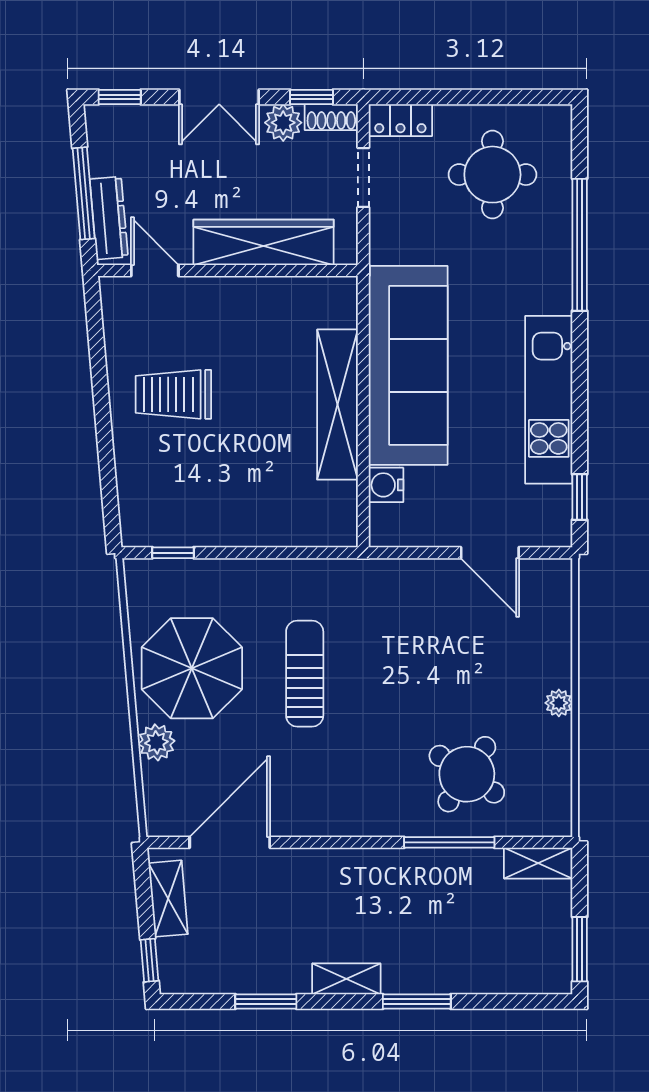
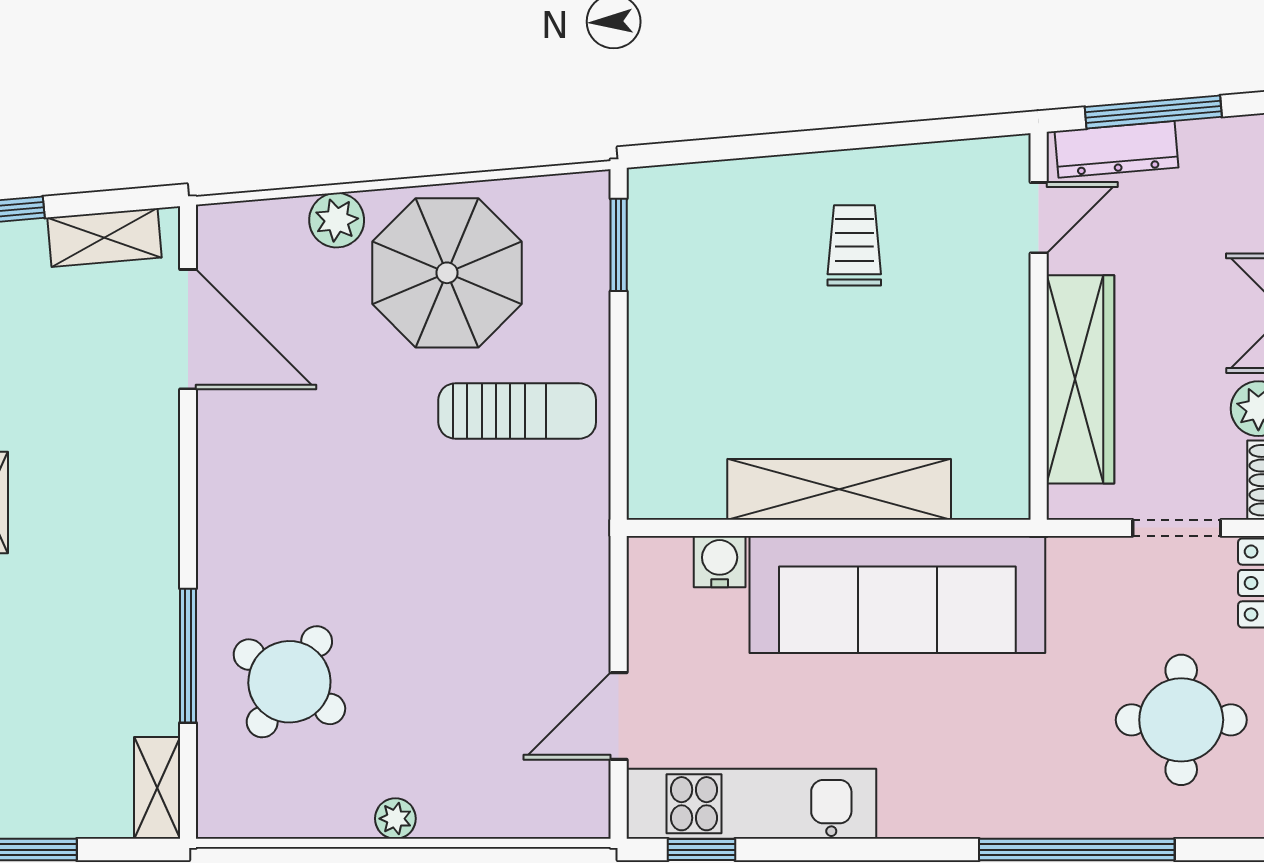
trolley: (173, 394) -> (854, 245), width x0.73, depth x0.72
kitchen unit: (549, 400) -> (751, 804), moved
window: (173, 553) -> (619, 245), width x1.50
sun lounger: (305, 674) -> (517, 411), moved

